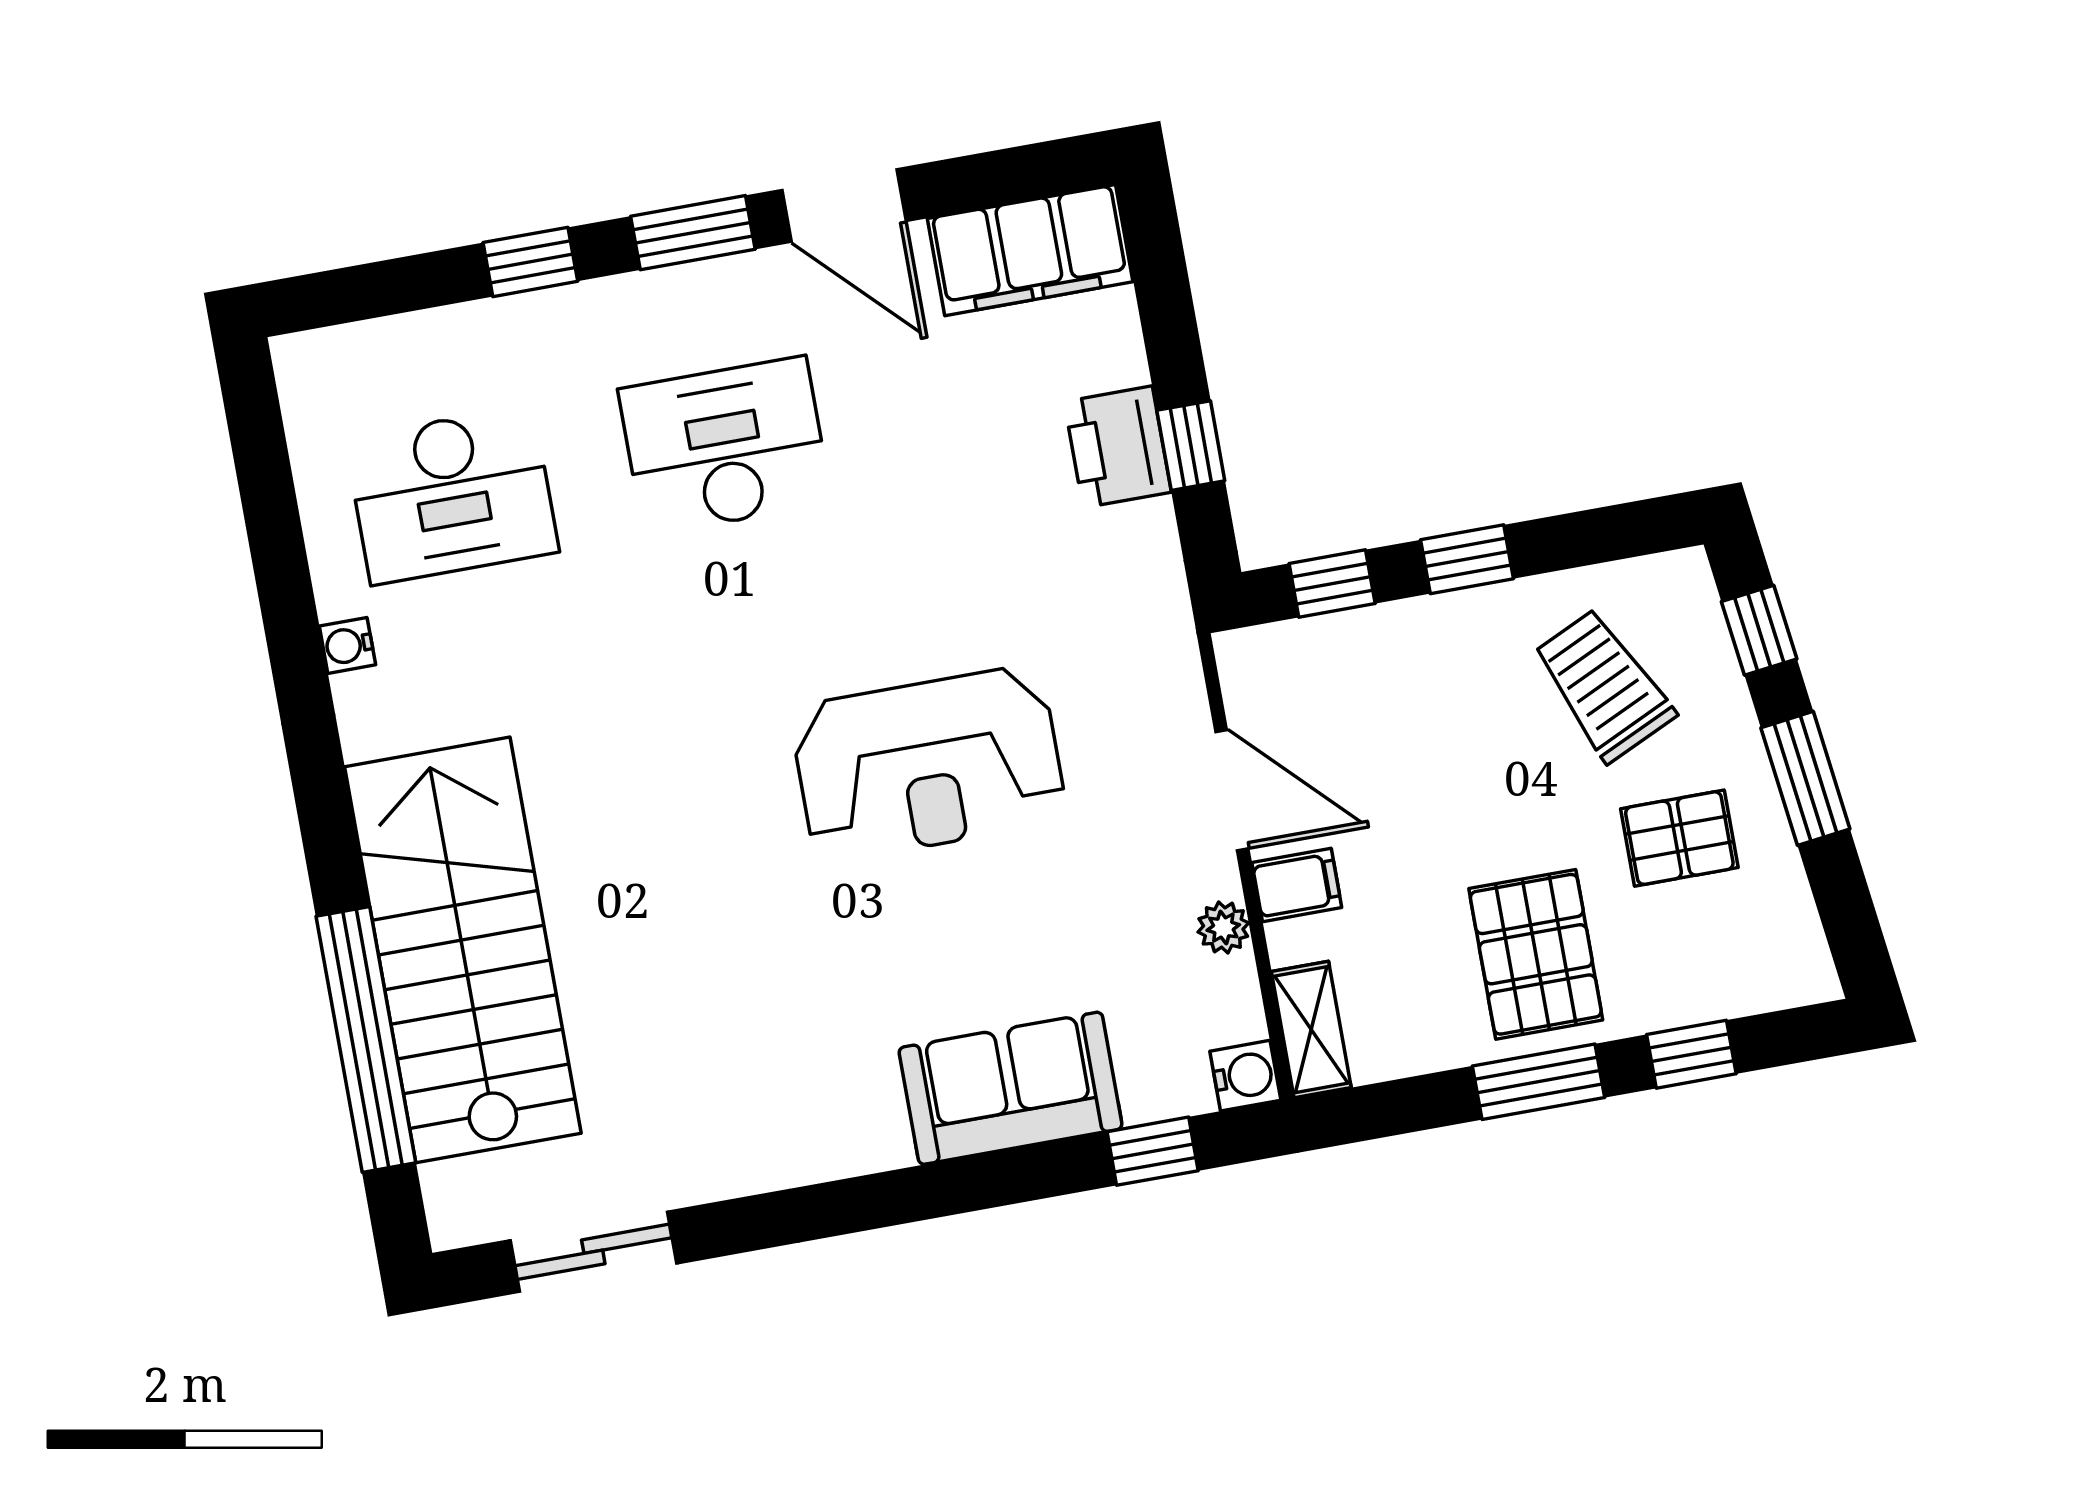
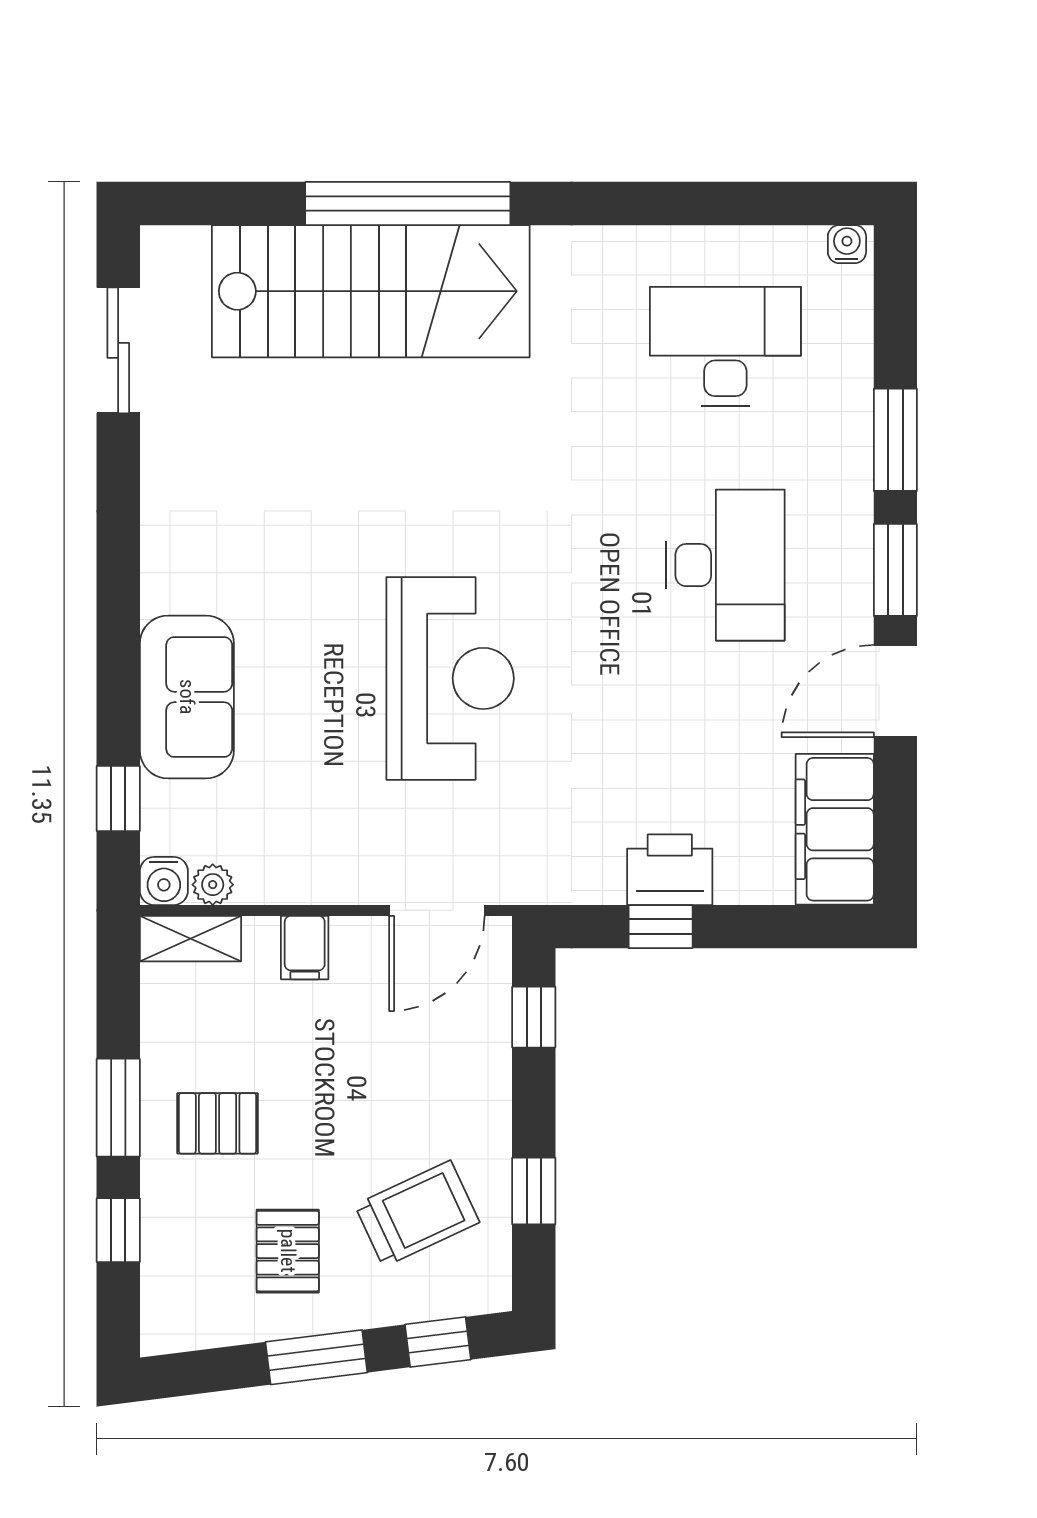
window: (530, 262) -> (895, 440), width x1.50
desk: (452, 495) -> (725, 346), turned 90
window: (1467, 559) -> (534, 1191), moved
water cooler: (347, 645) -> (847, 244), moved
reception desk: (928, 764) -> (450, 678), turned 180
door: (1232, 790) -> (437, 910), moved
plant: (1223, 927) -> (213, 885), moved
pallet: (1536, 954) -> (218, 1123), width x0.67, depth x0.71
window: (366, 1039) -> (408, 203), moved

